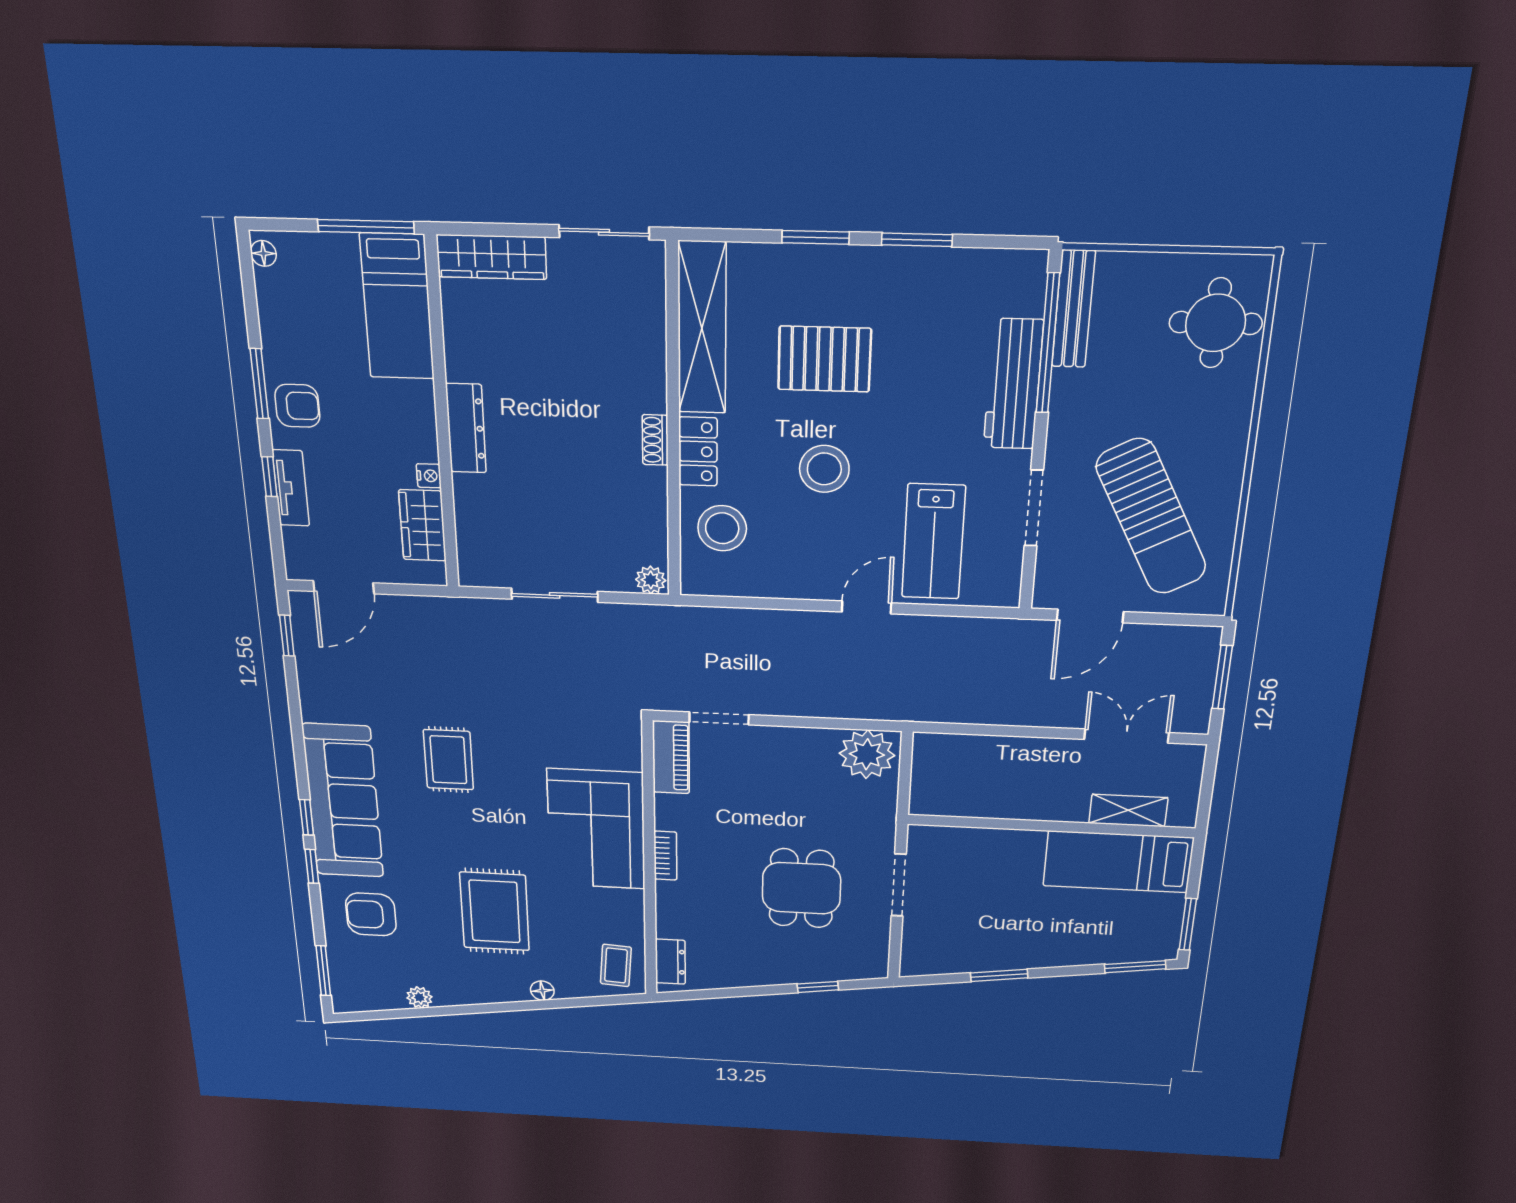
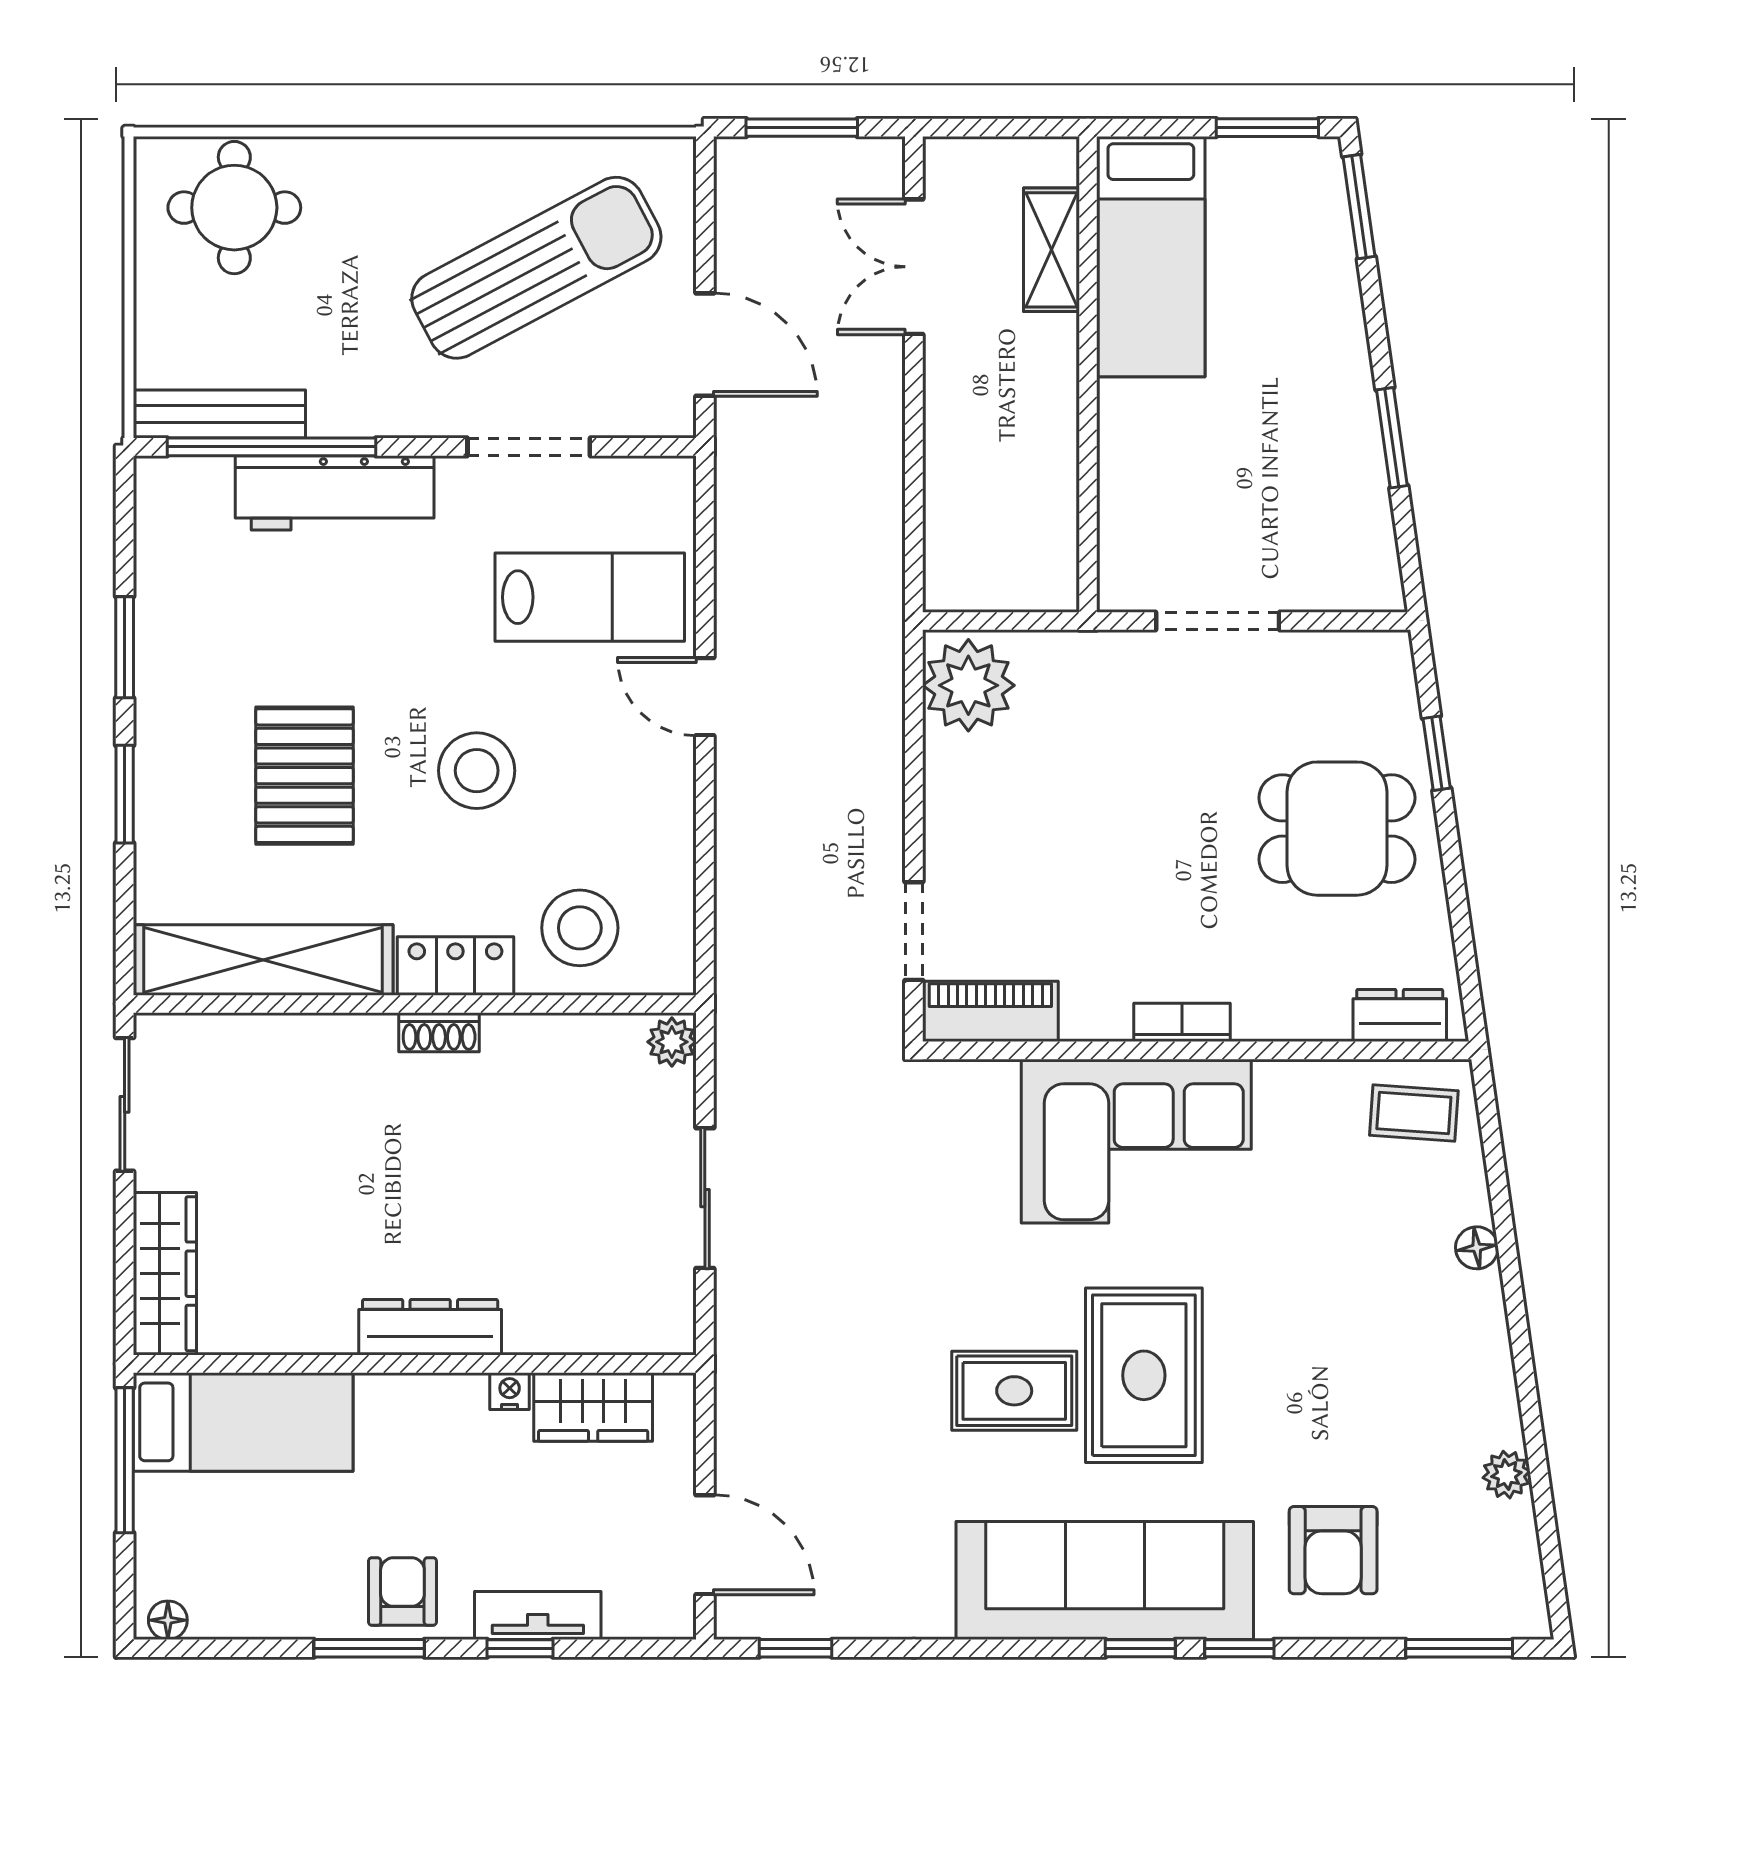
dining table: (801, 888) -> (1337, 829), moved
rug: (495, 911) -> (1144, 1375), moved, turned 90

